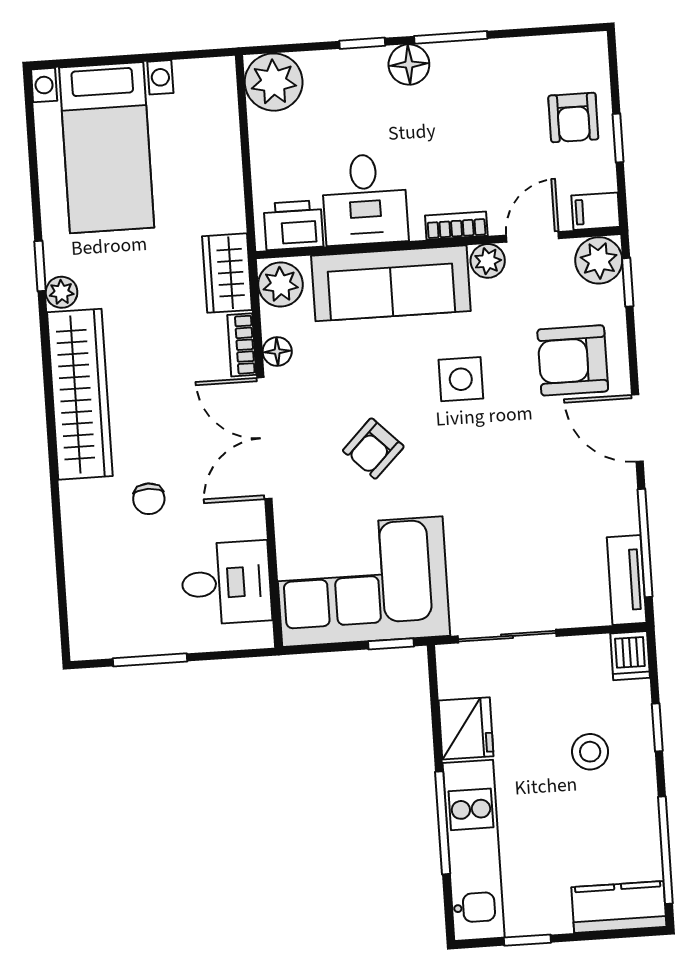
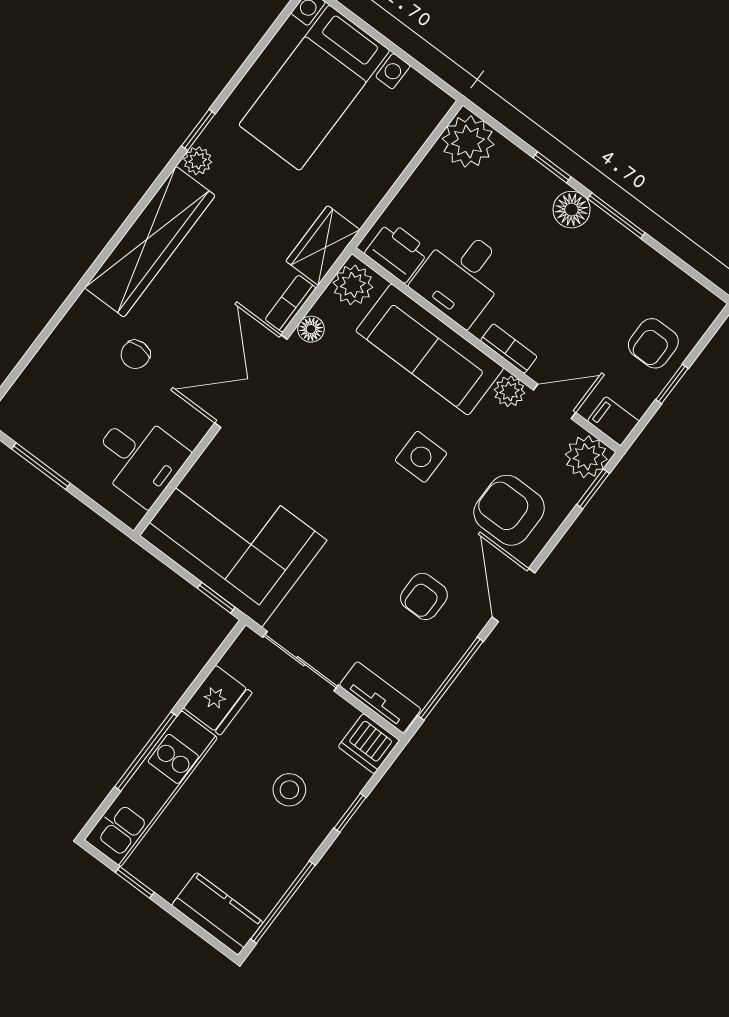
armchair: (373, 449) -> (424, 596), moved, turned -45
tv unit: (627, 580) -> (380, 697), moved, turned 90
dishwasher: (630, 656) -> (369, 744), width x1.38

